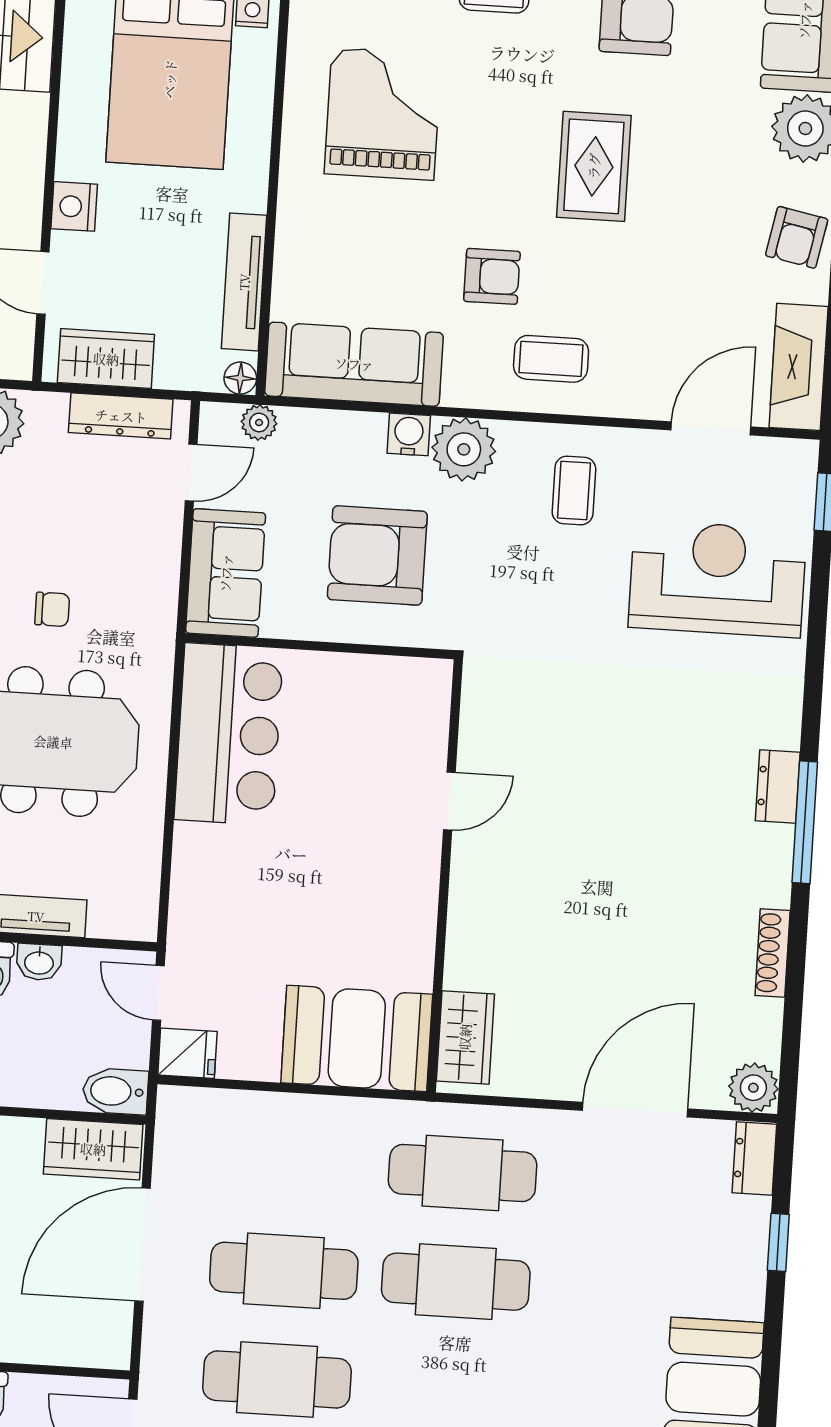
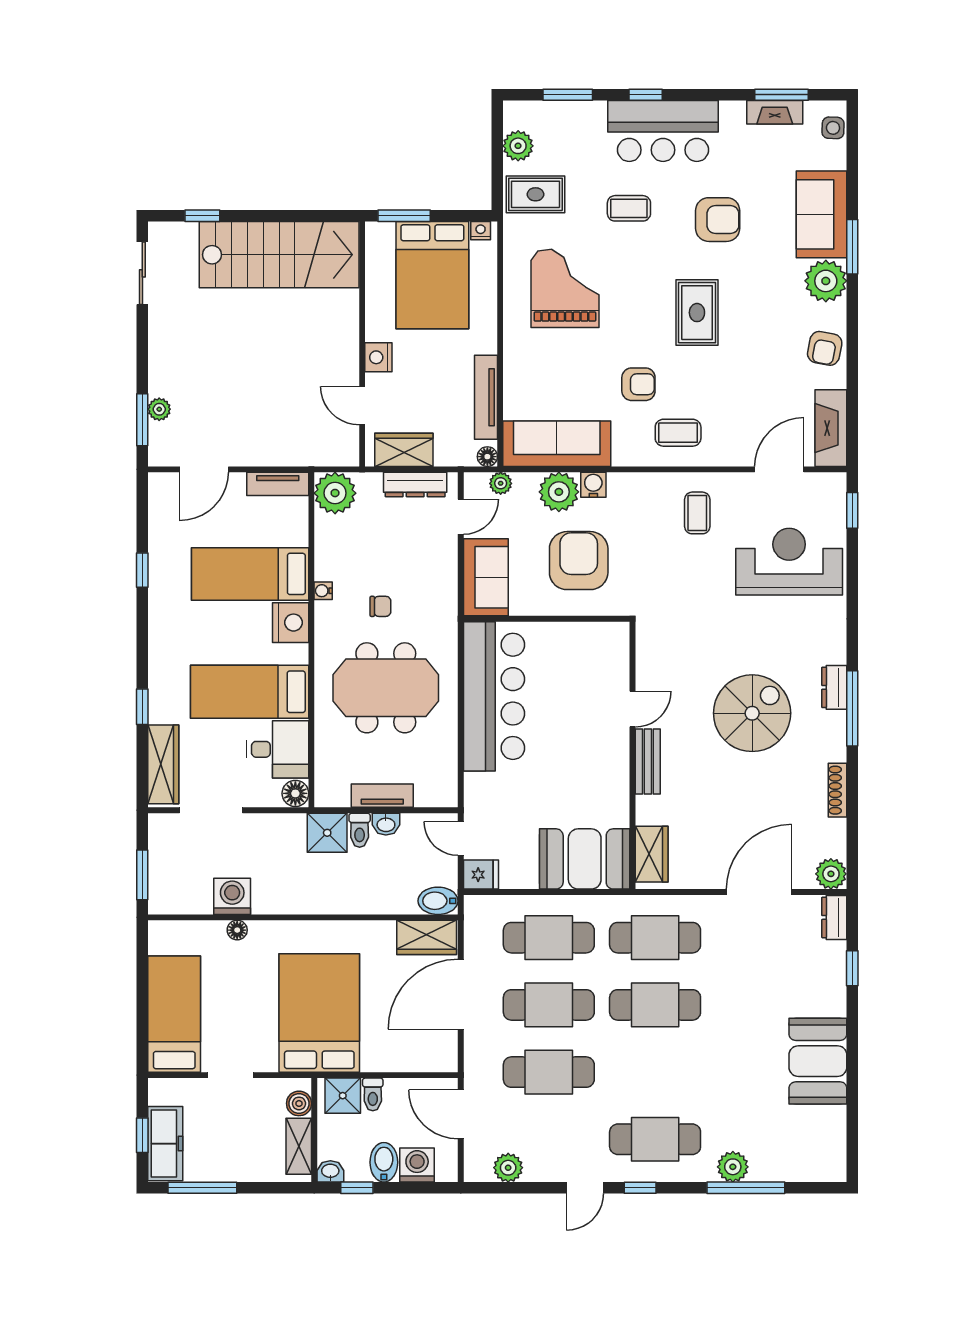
plant: (464, 449) -> (559, 492), moved
armchair: (377, 555) -> (579, 561), turned 90
bar counter: (229, 734) -> (494, 696), width x1.36
spiral stairs: (642, 820) -> (752, 713), added
bench: (469, 887) -> (648, 761), added
cafe table: (291, 1162) -> (549, 938), added

